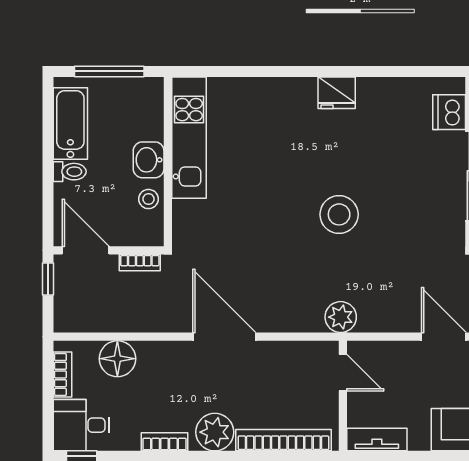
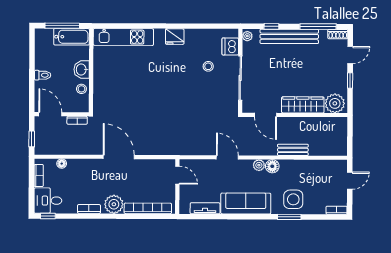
bathtub: (70, 124) -> (72, 37), moved, turned 90
kitchen unit: (189, 138) -> (123, 37), moved, turned 90
stool: (339, 214) -> (208, 66), moved, width x0.53, depth x0.53
window: (48, 279) -> (32, 139), moved
plant: (341, 317) -> (176, 148), removed
floor lamp: (117, 359) -> (62, 164), width x0.53, depth x0.53
tv unit: (377, 440) -> (205, 208), moved

